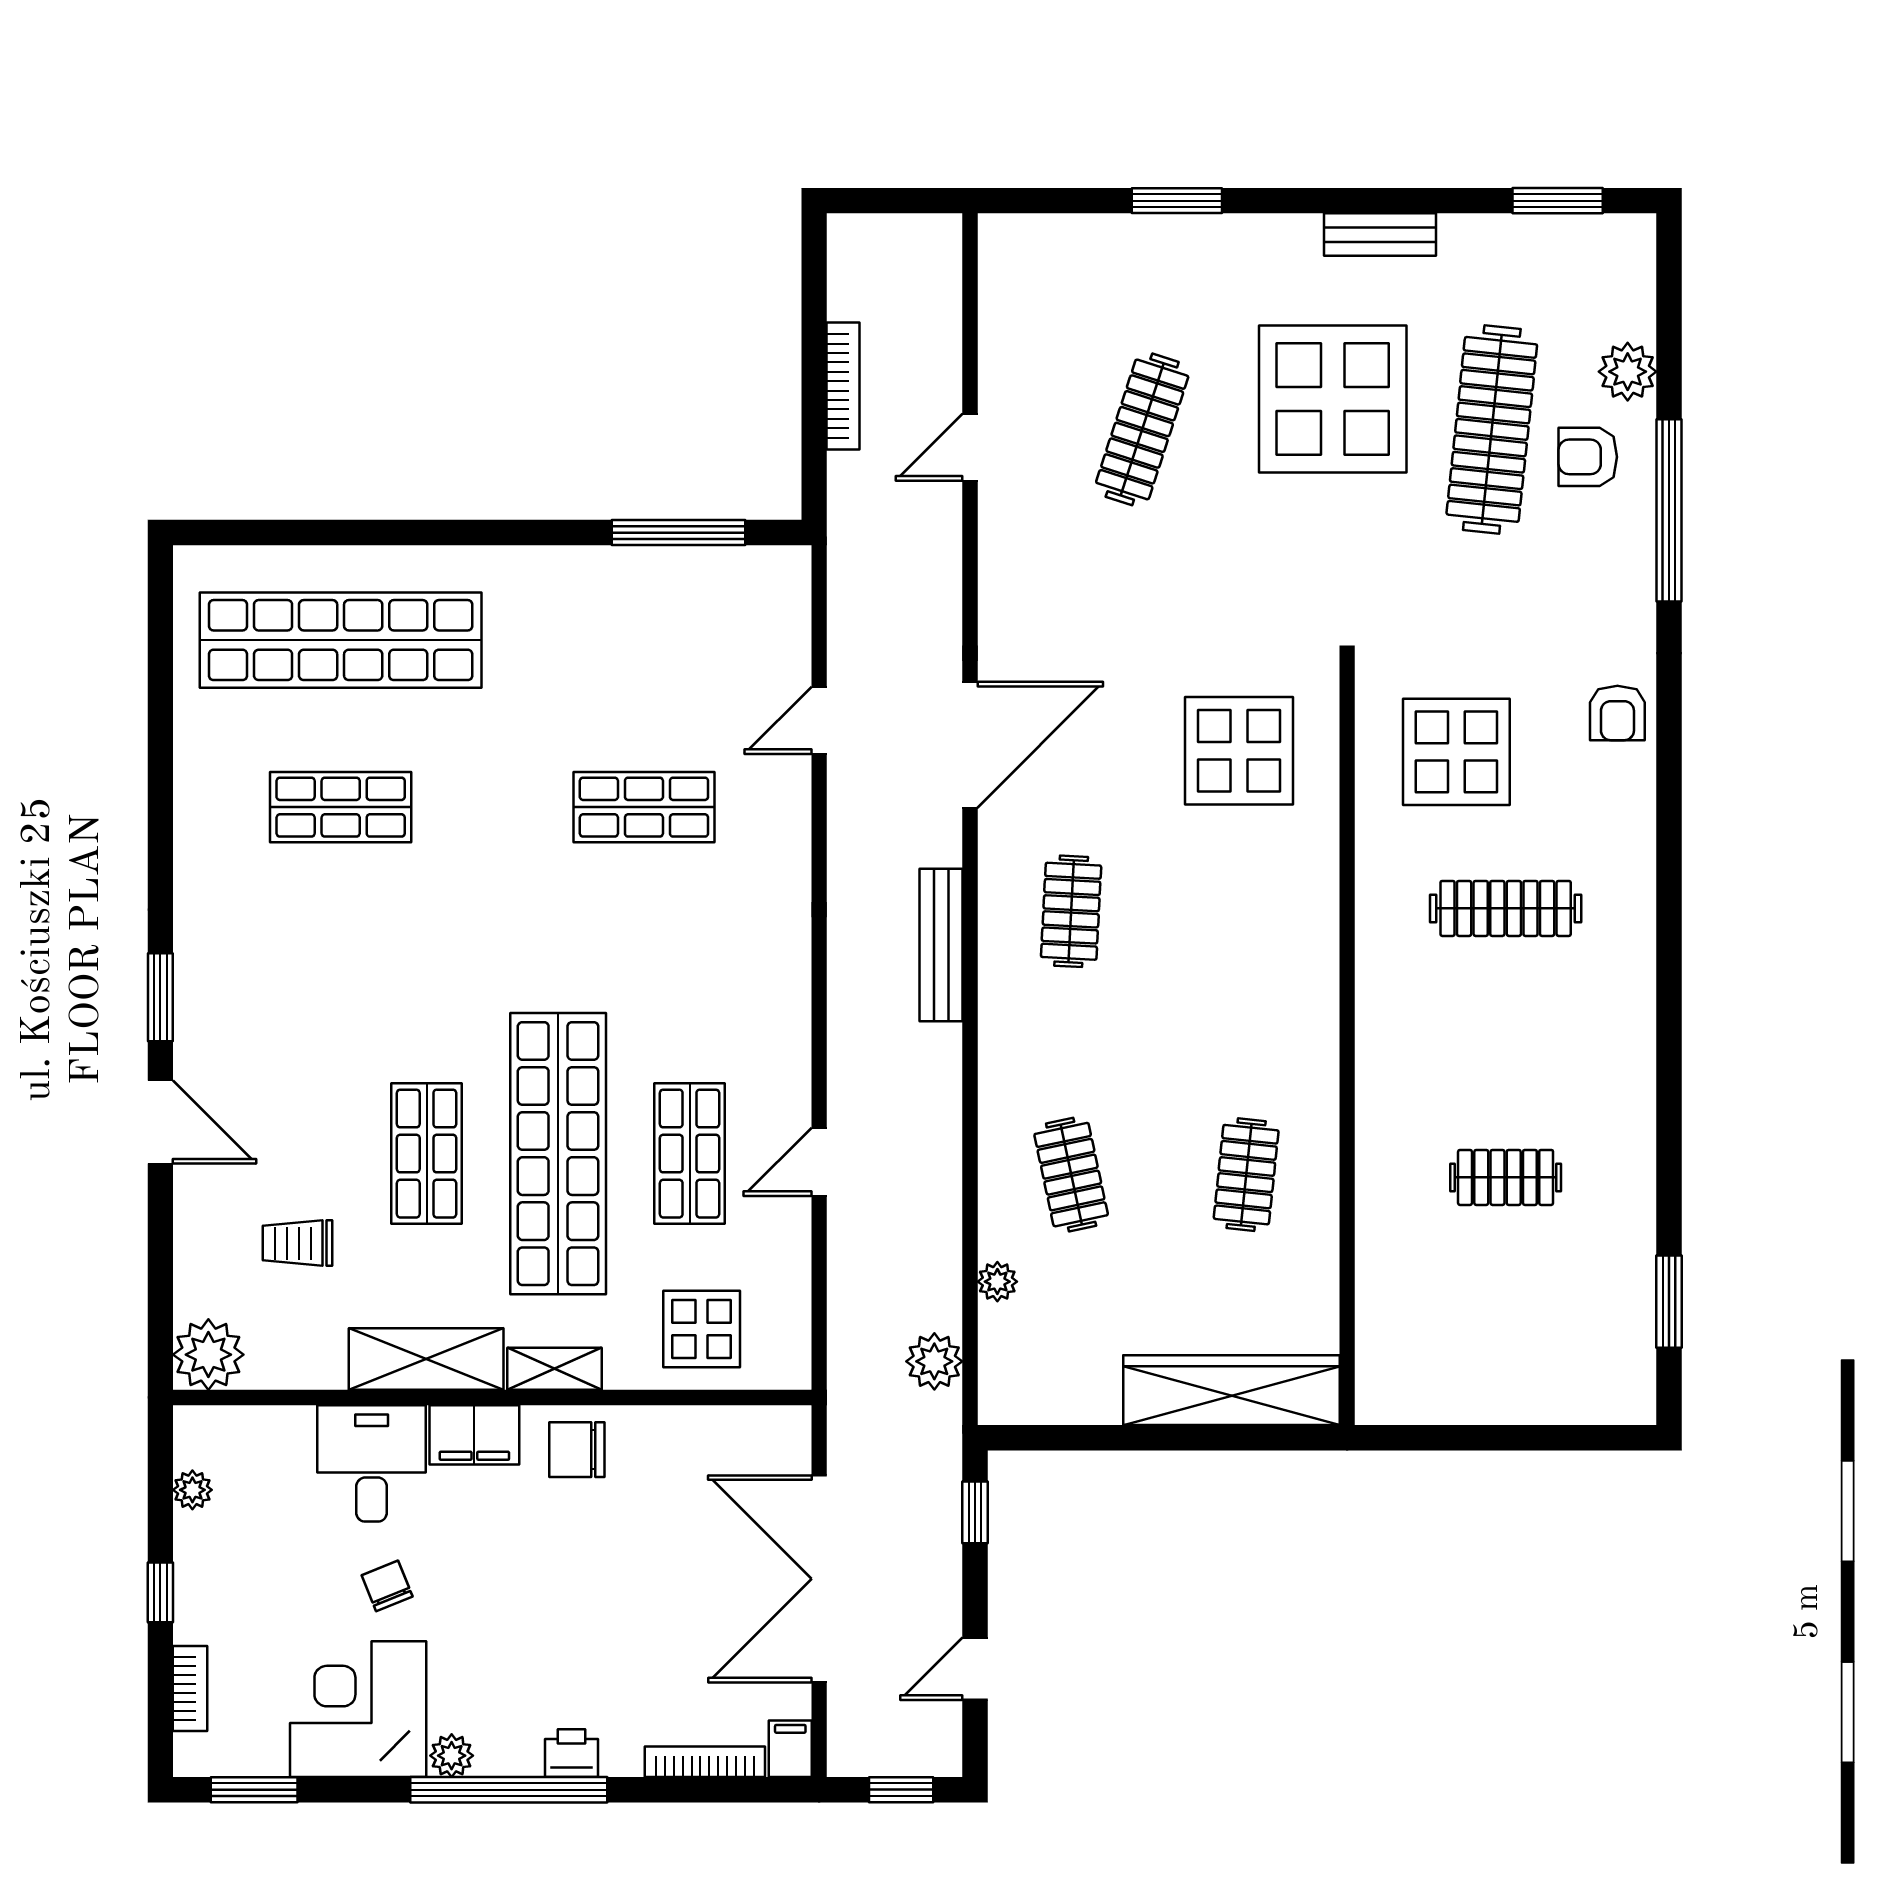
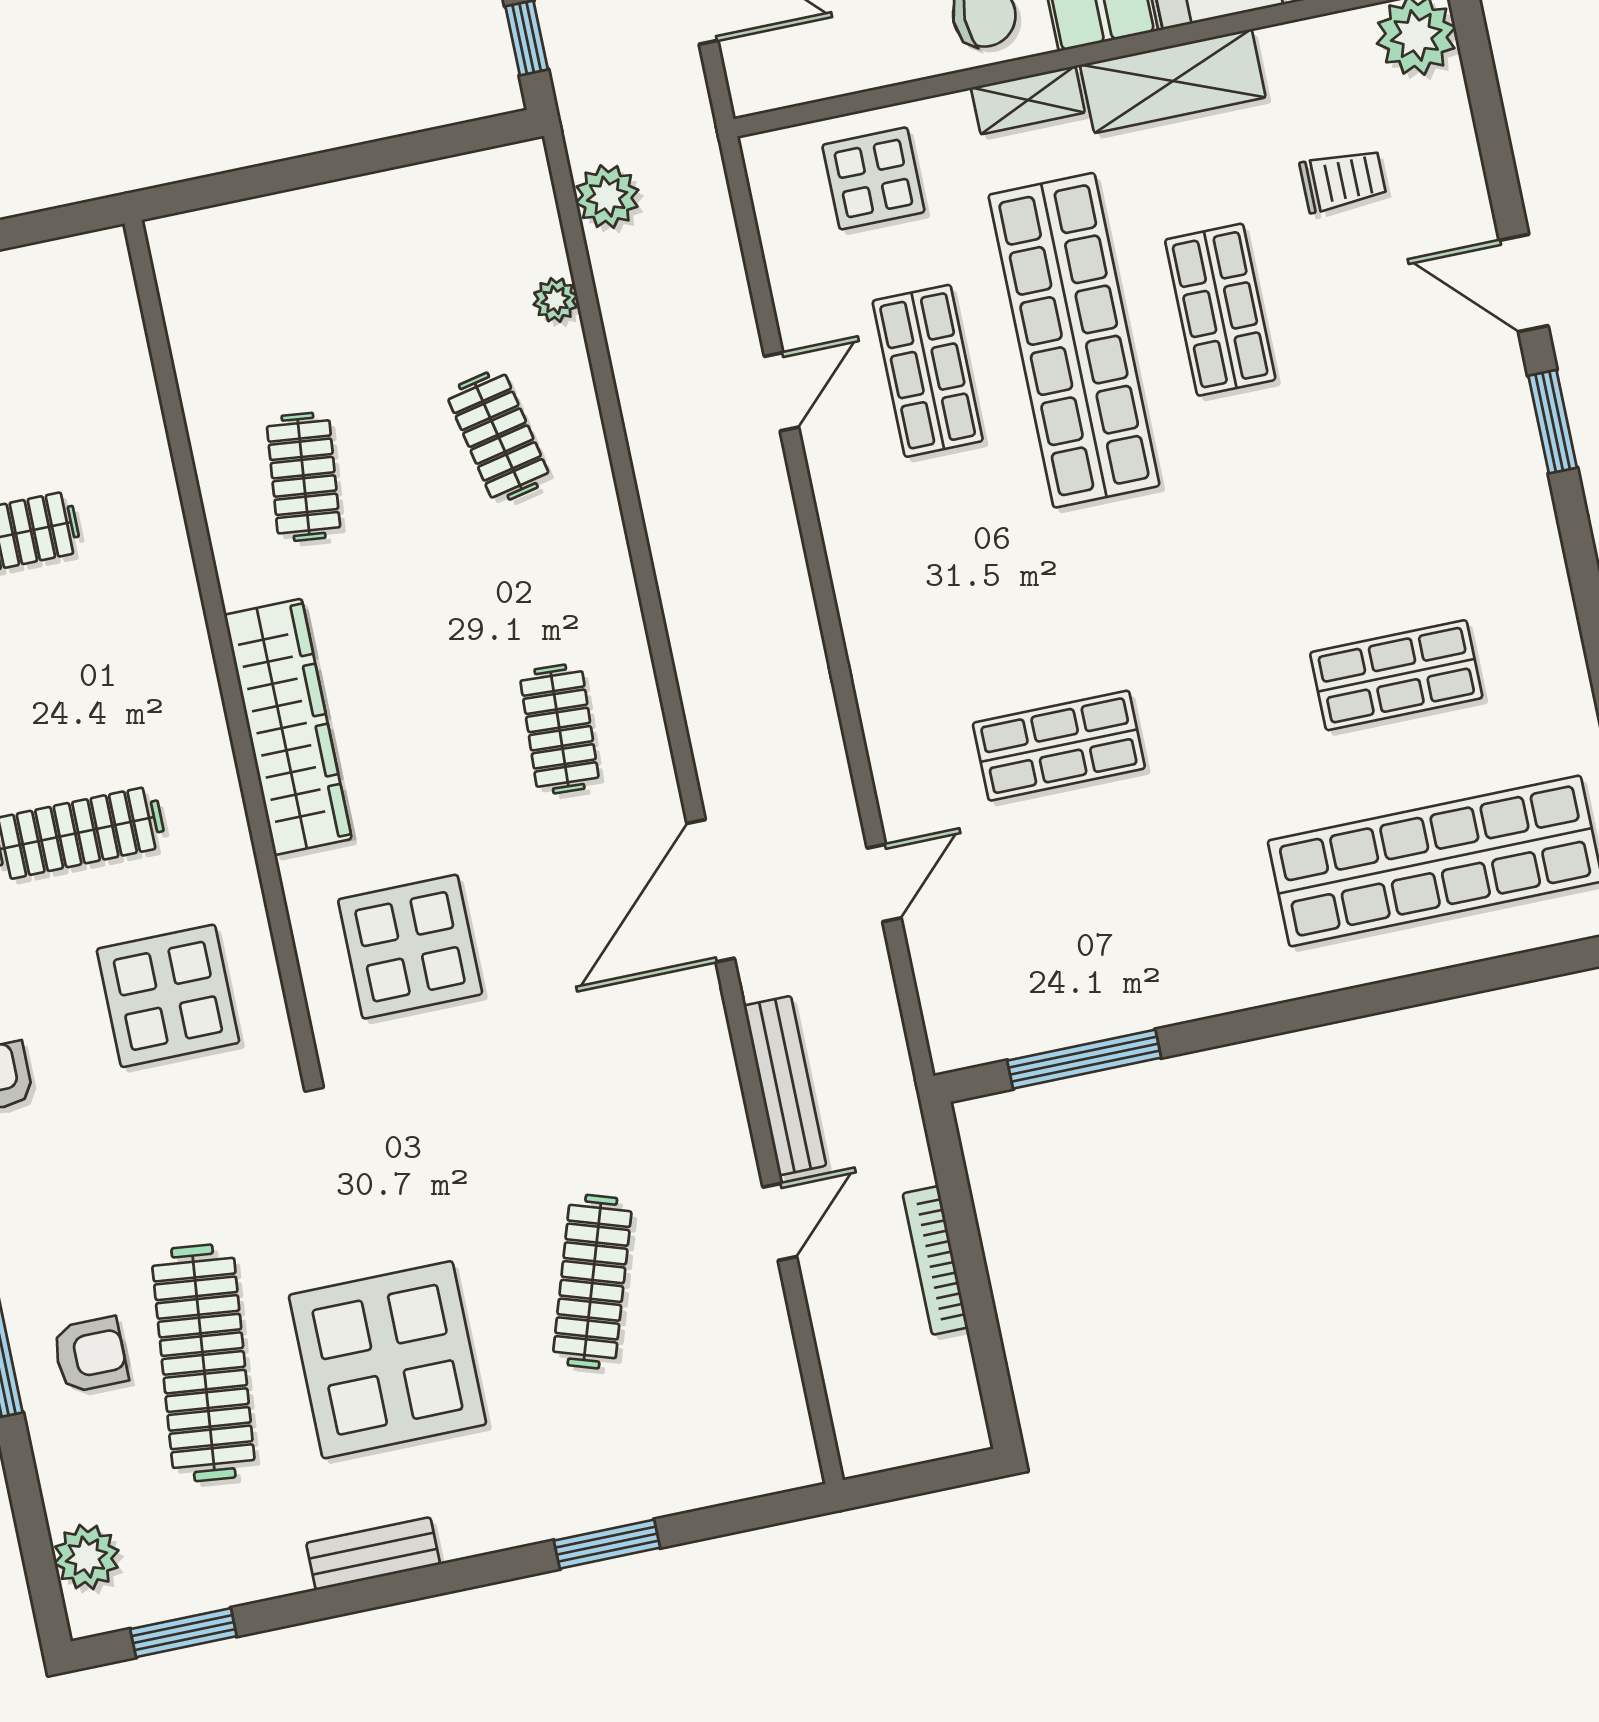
plant: (1628, 372) -> (86, 1557), moved
bench: (941, 945) -> (785, 1086), moved
wardrobe: (1232, 1390) -> (288, 727), moved, turned -90

